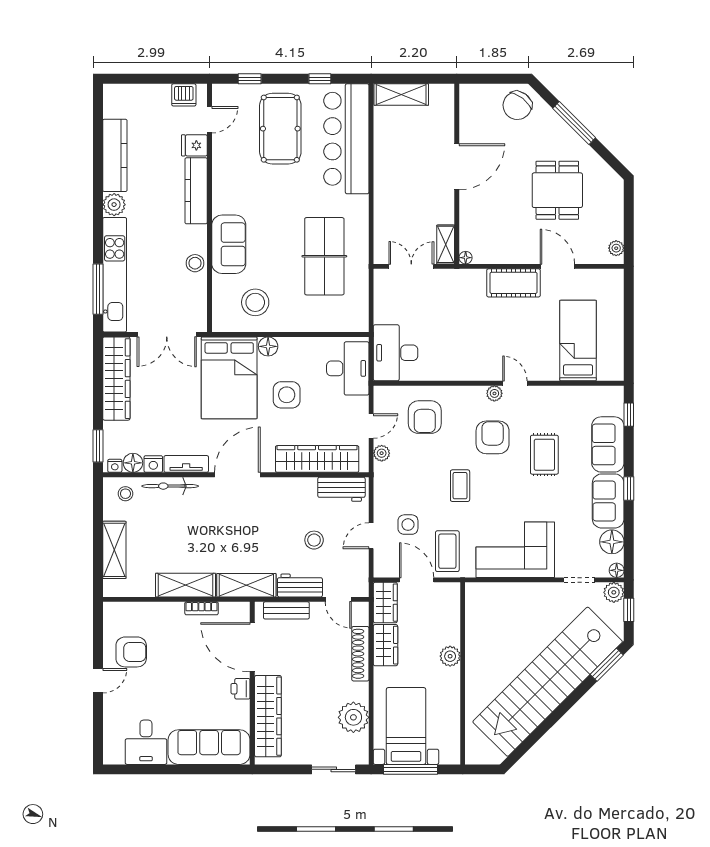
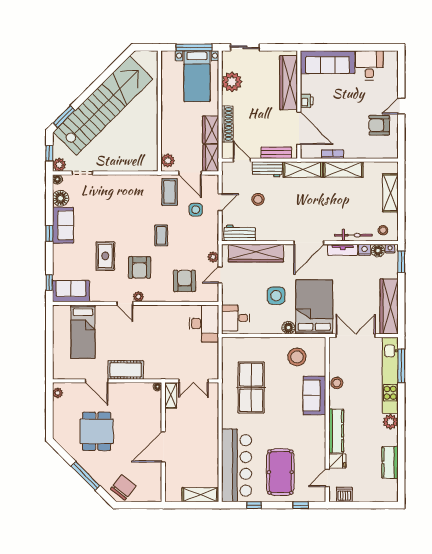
kitchen counter: (115, 155) -> (390, 462), width x0.67
desk: (348, 368) -> (236, 318), width x0.73
sofa: (608, 444) -> (71, 291), moved, turned -90
corner sofa: (515, 550) -> (125, 193), removed
plant: (450, 656) -> (168, 160), moved

